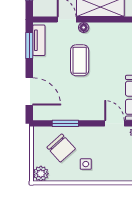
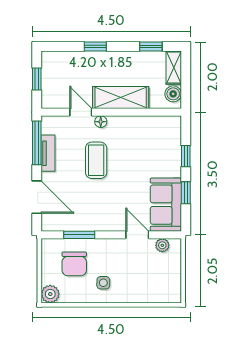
tv unit: (39, 40) -> (48, 153), moved
window: (29, 45) -> (37, 143), width x1.44
chair: (61, 148) -> (74, 264), turned 42

